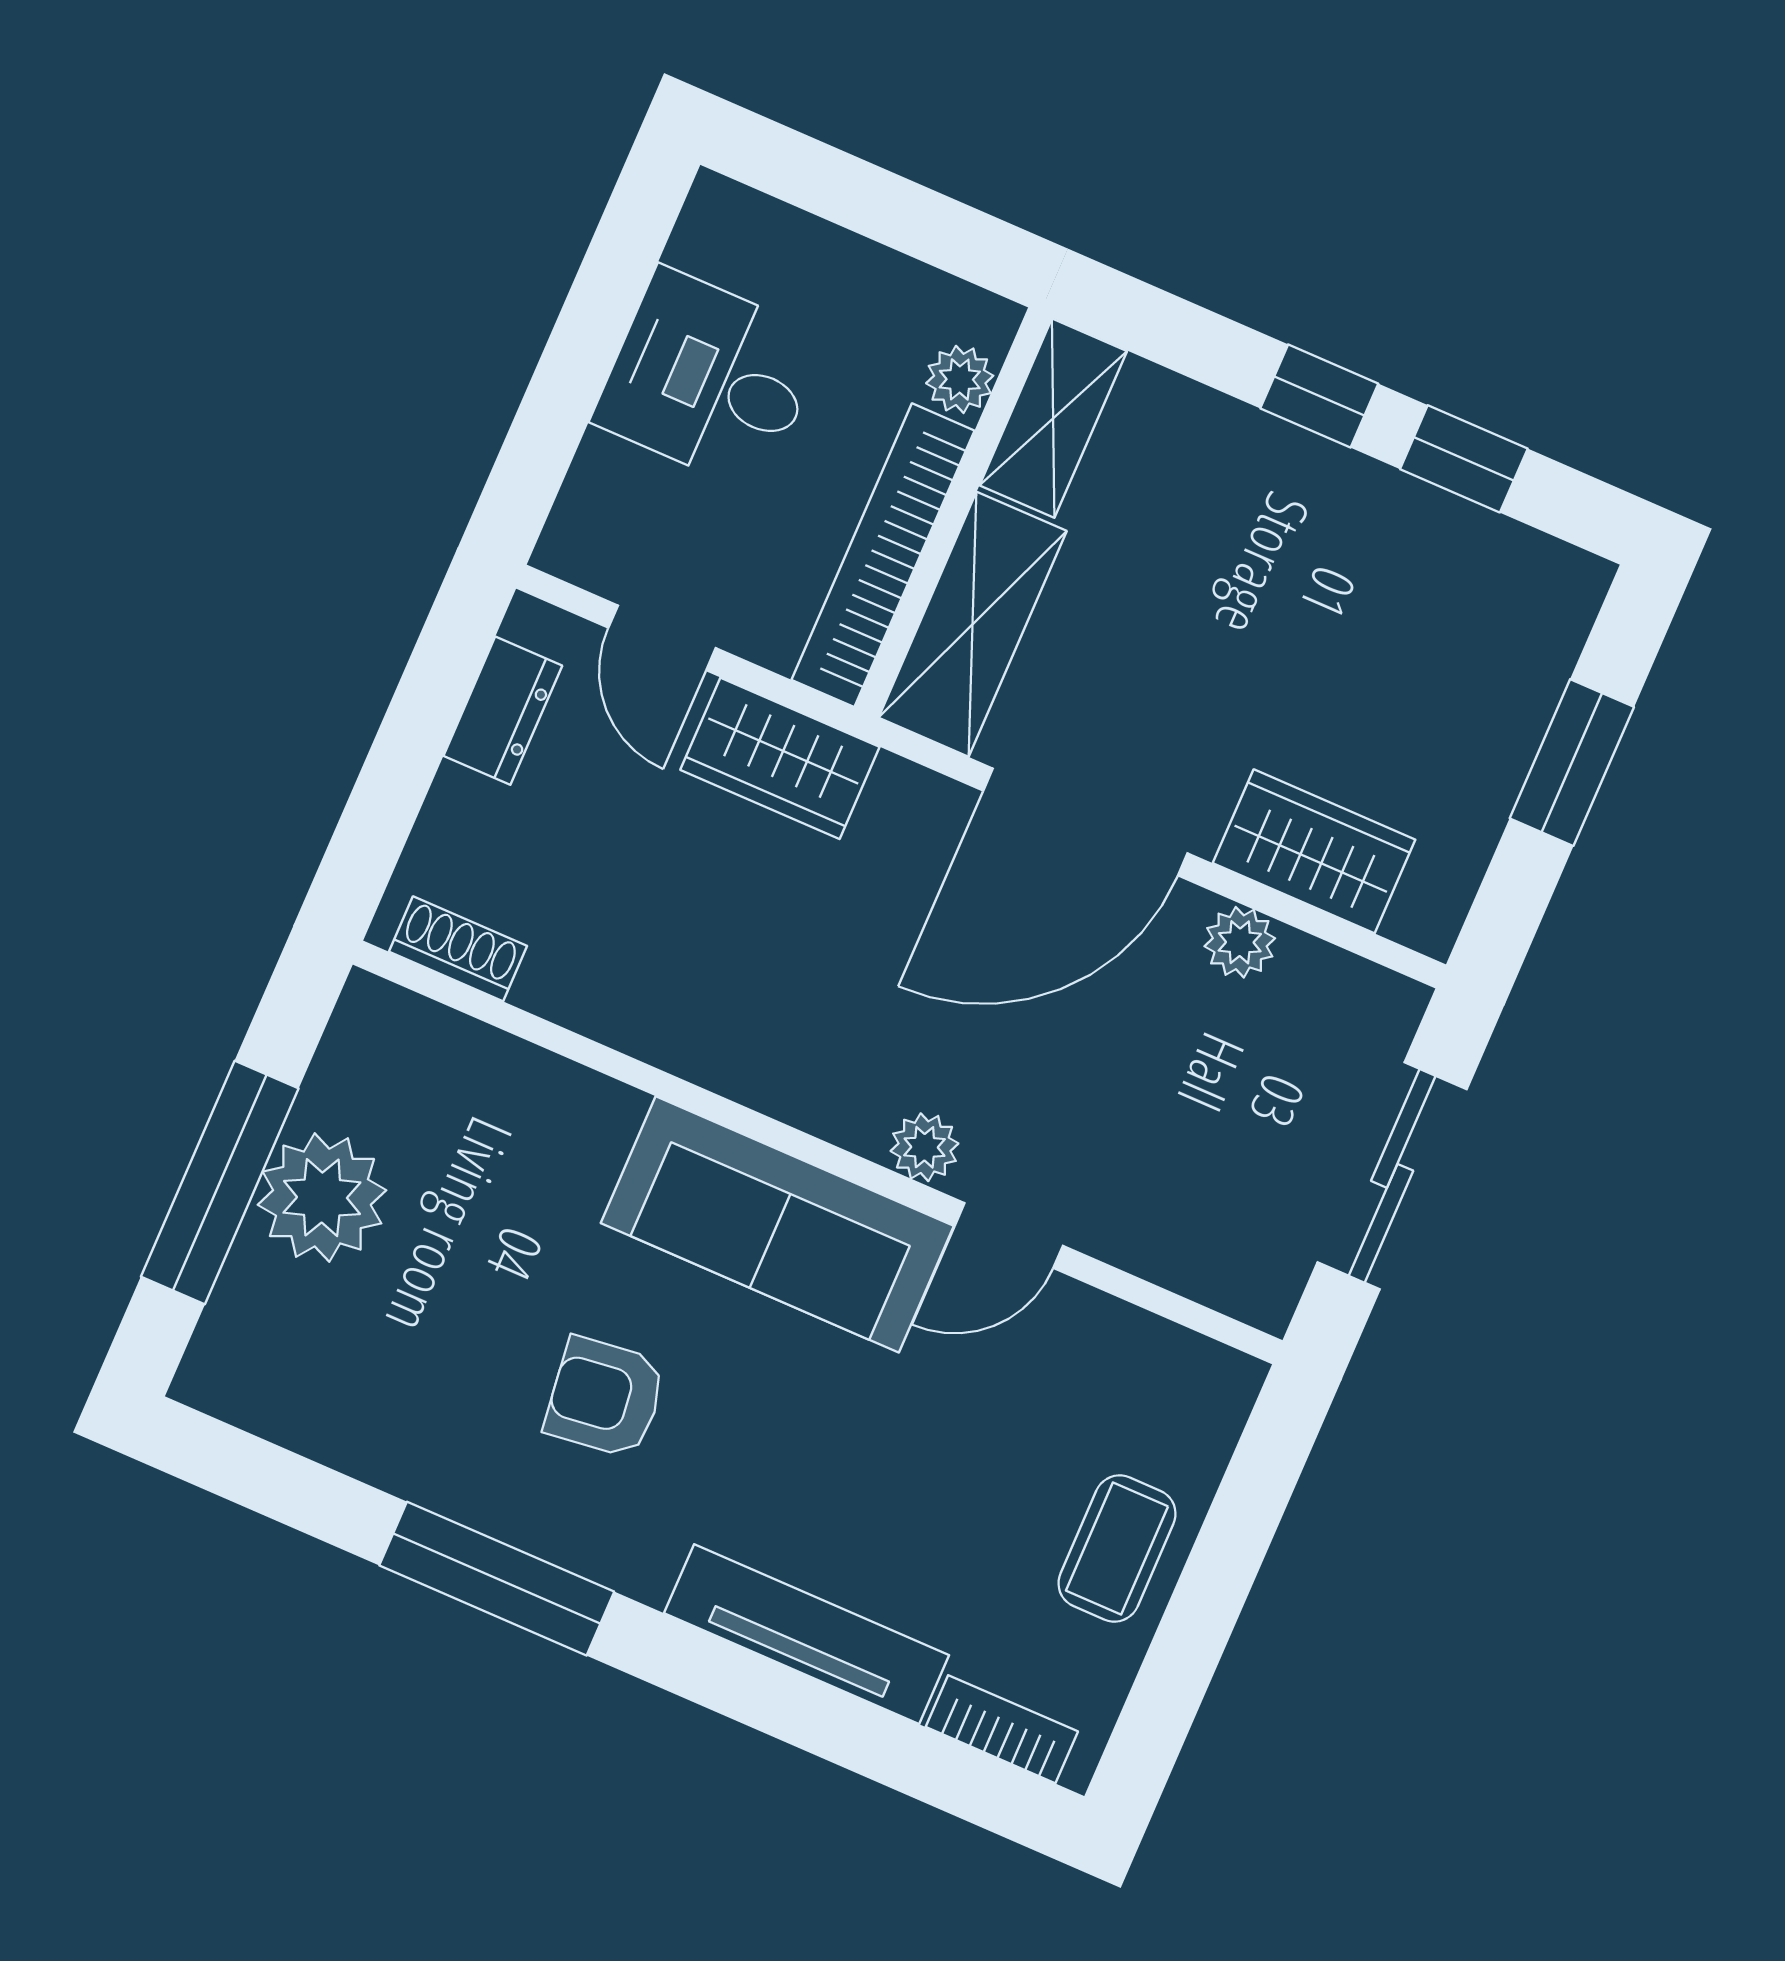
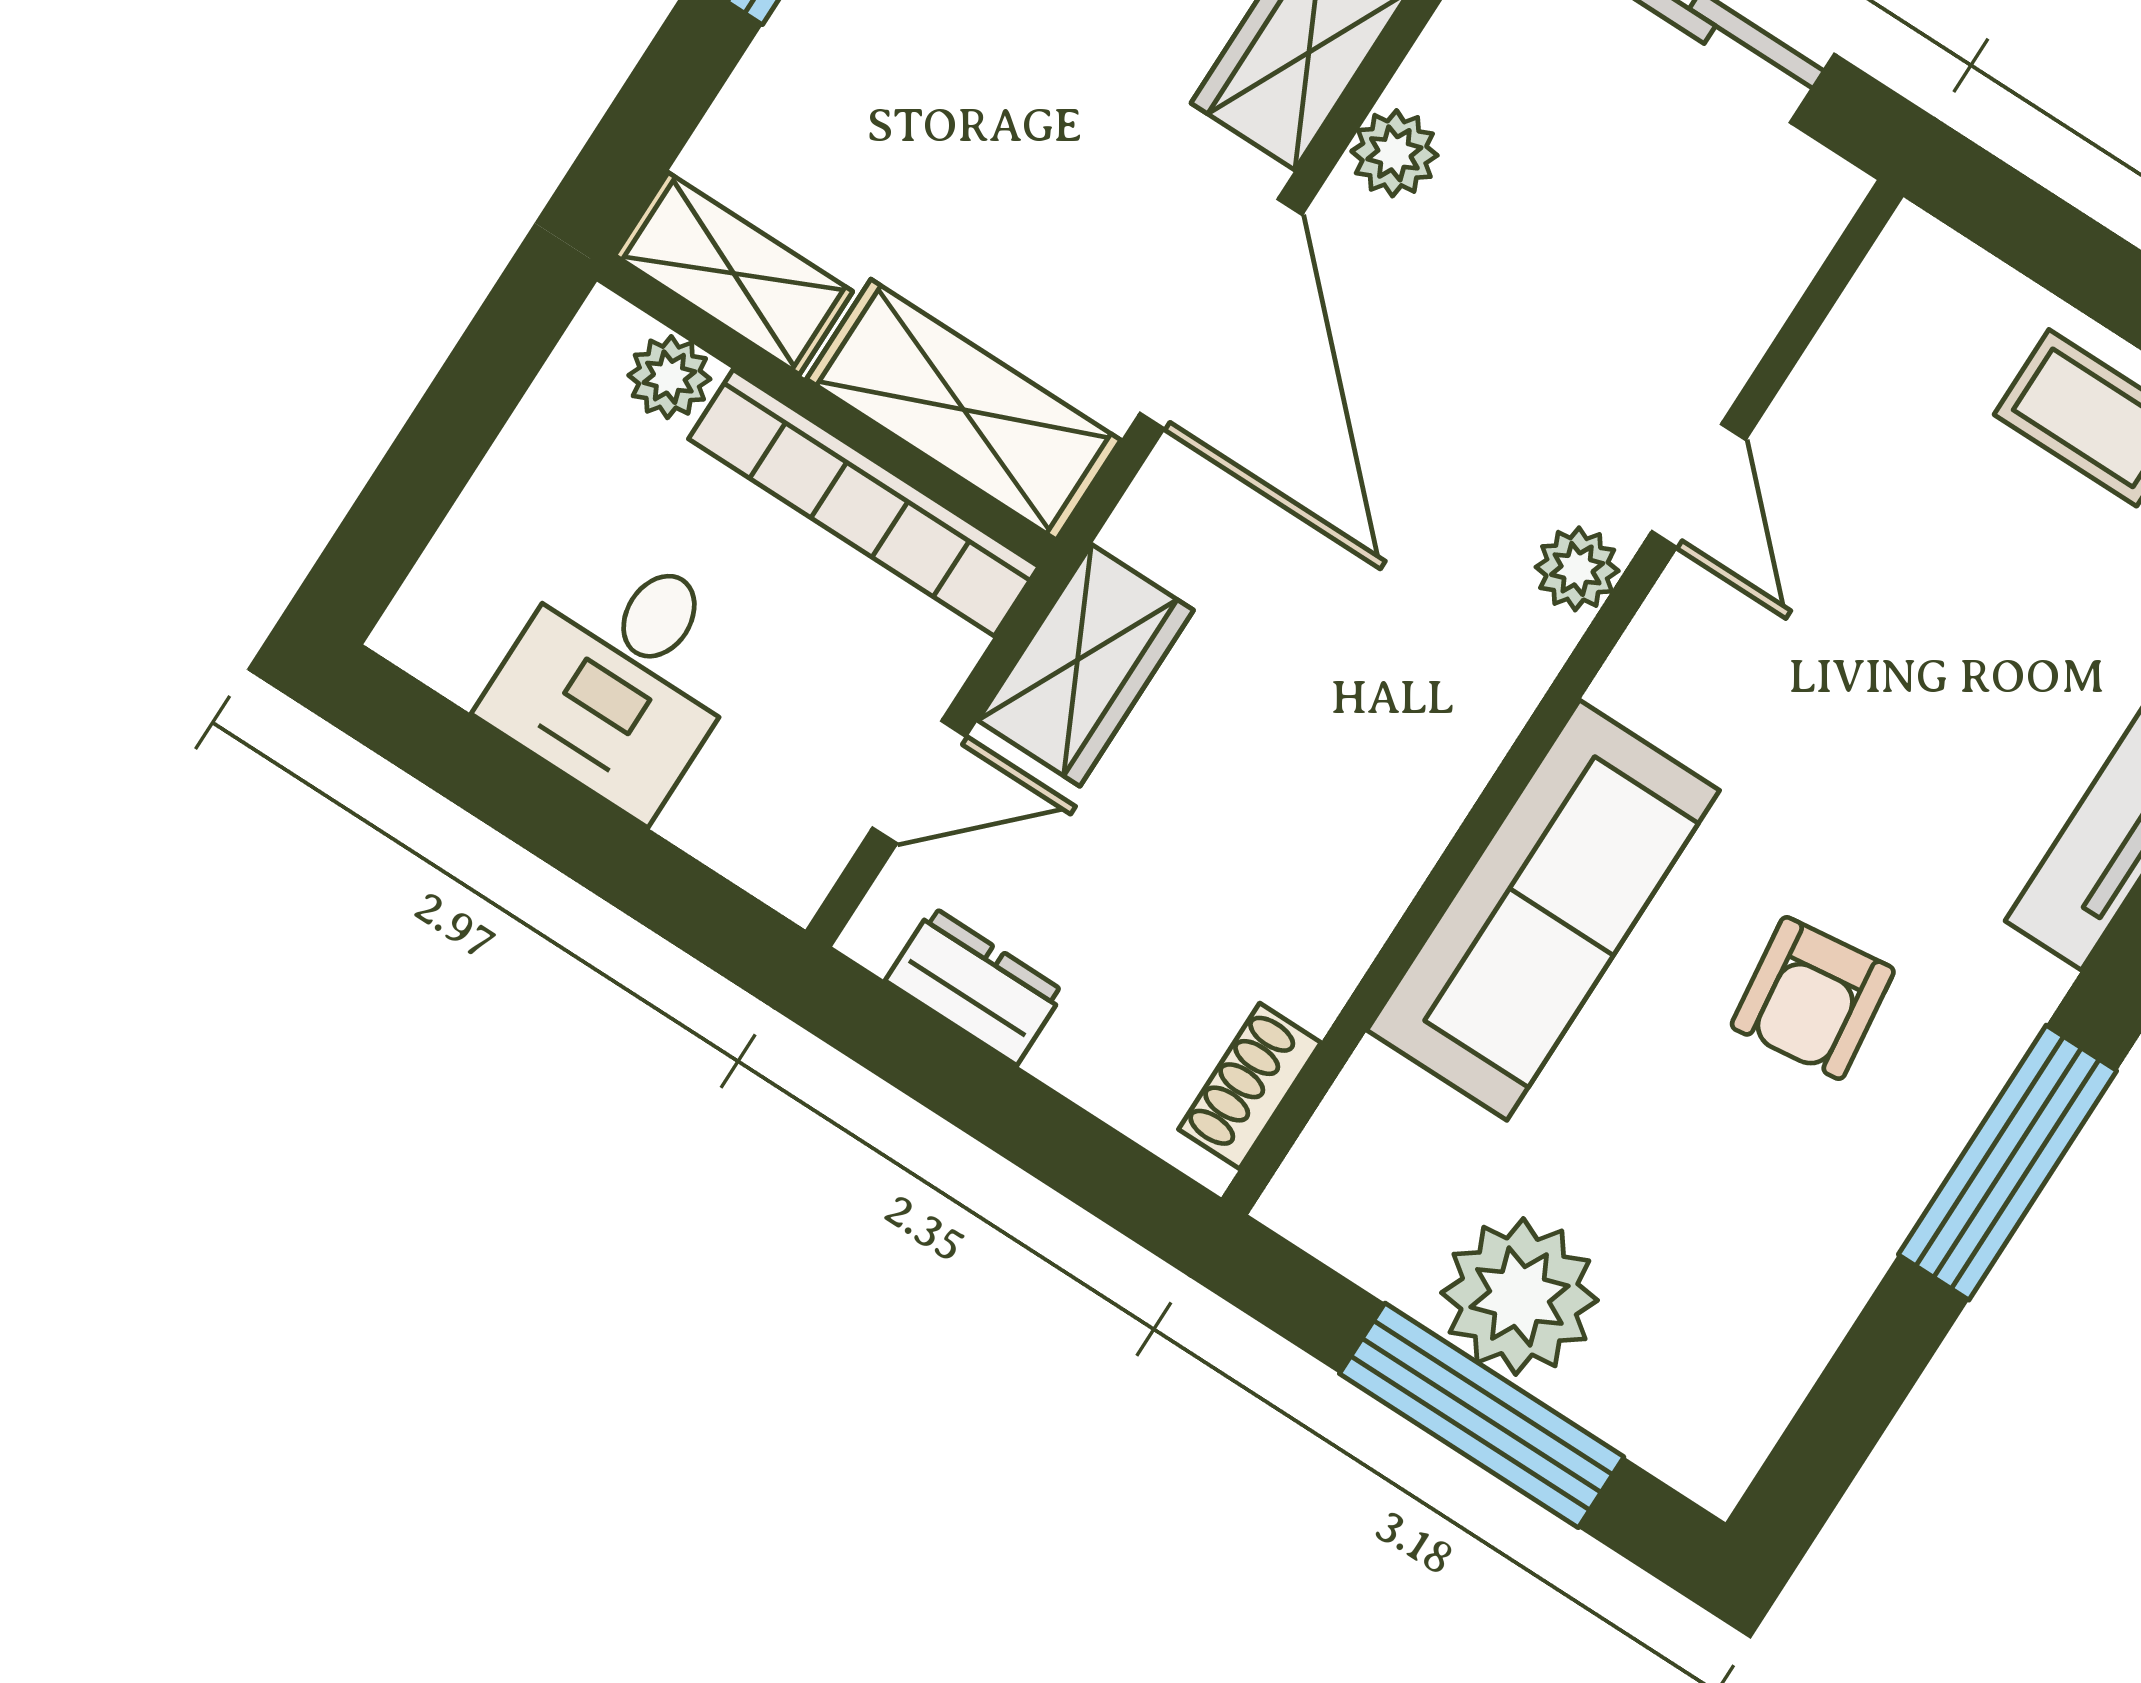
sofa: (777, 1224) -> (1543, 910), moved

